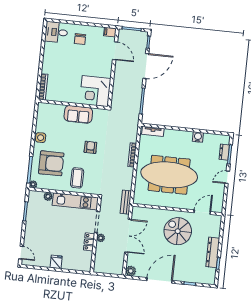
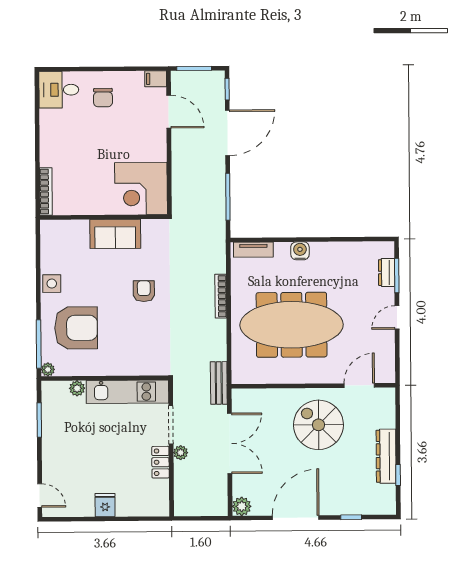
water cooler: (198, 137) -> (300, 251), moved
coffee table: (77, 178) -> (126, 349), removed

